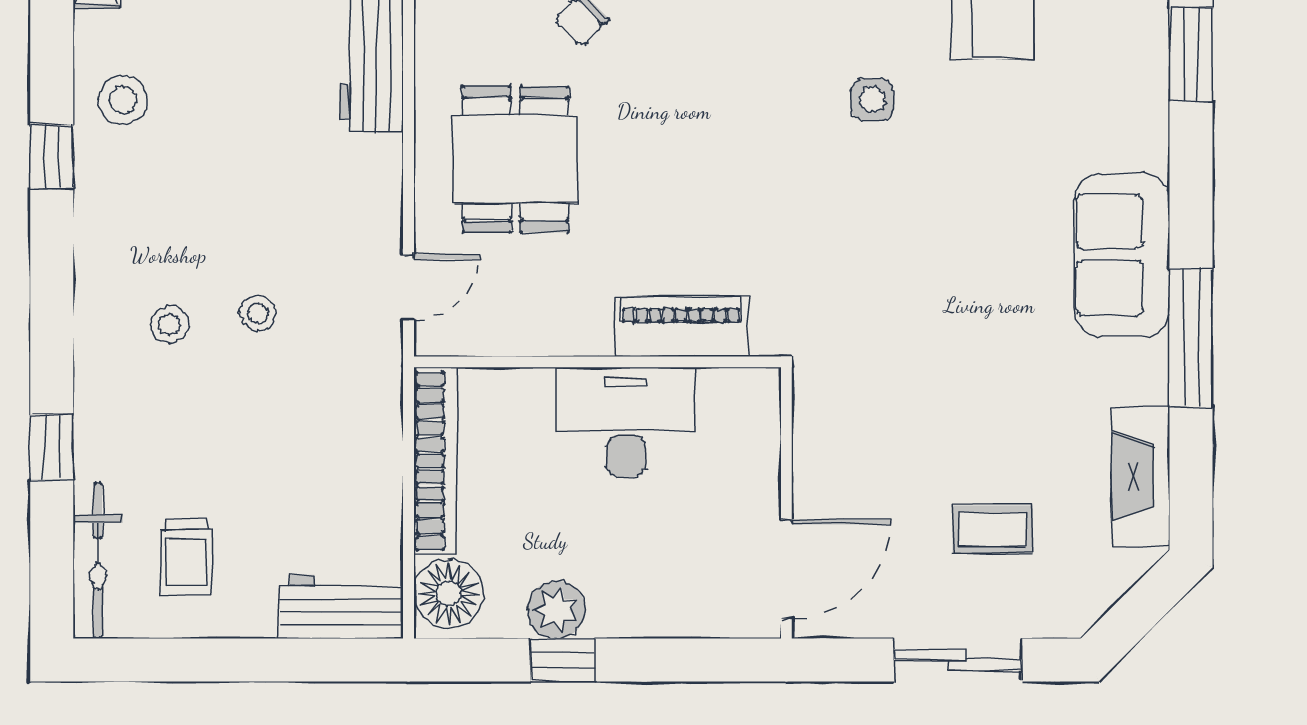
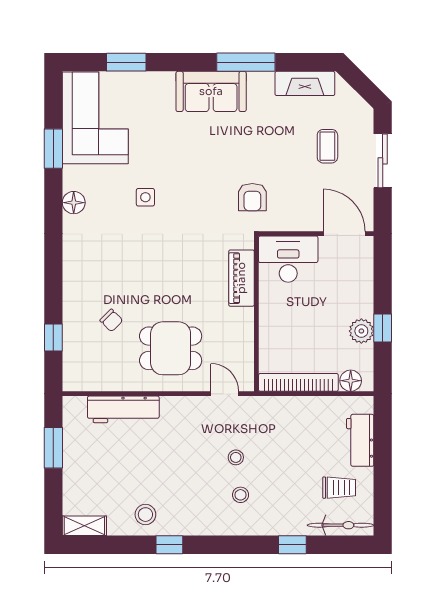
armchair: (872, 352) -> (252, 197), added
desk: (626, 422) -> (288, 259), moved, turned 90
floor lamp: (449, 594) -> (351, 381), width x0.73, depth x0.73
workbench: (341, 607) -> (360, 440), moved

